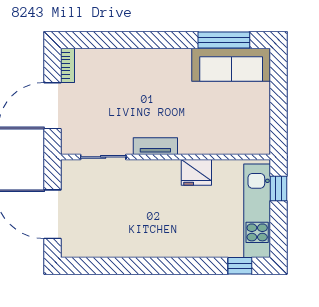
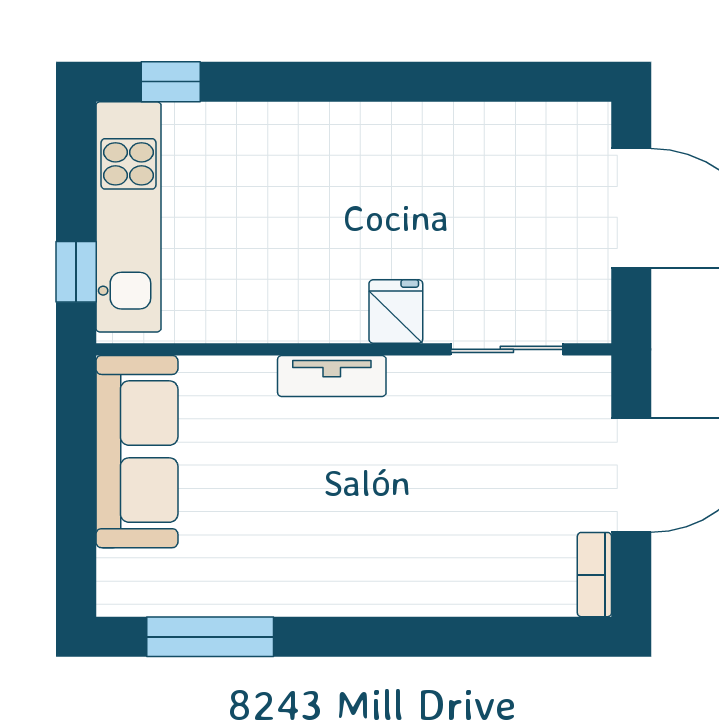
sofa: (231, 65) -> (137, 452), moved, turned 90
tv unit: (155, 146) -> (332, 376), moved
fridge: (196, 172) -> (396, 312), moved, width x0.72

